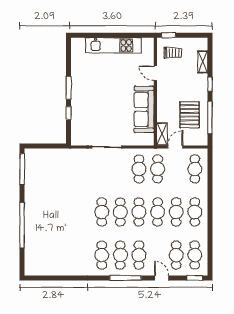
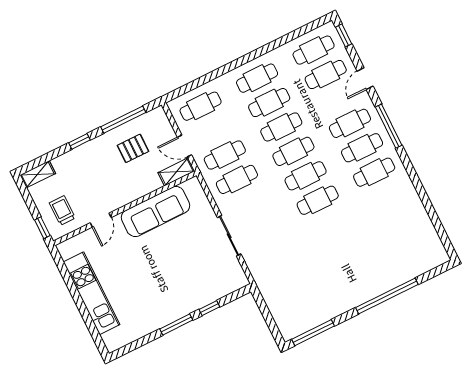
shelving: (203, 62) -> (38, 174), moved
pallet: (190, 115) -> (133, 148), width x0.67, depth x0.71

